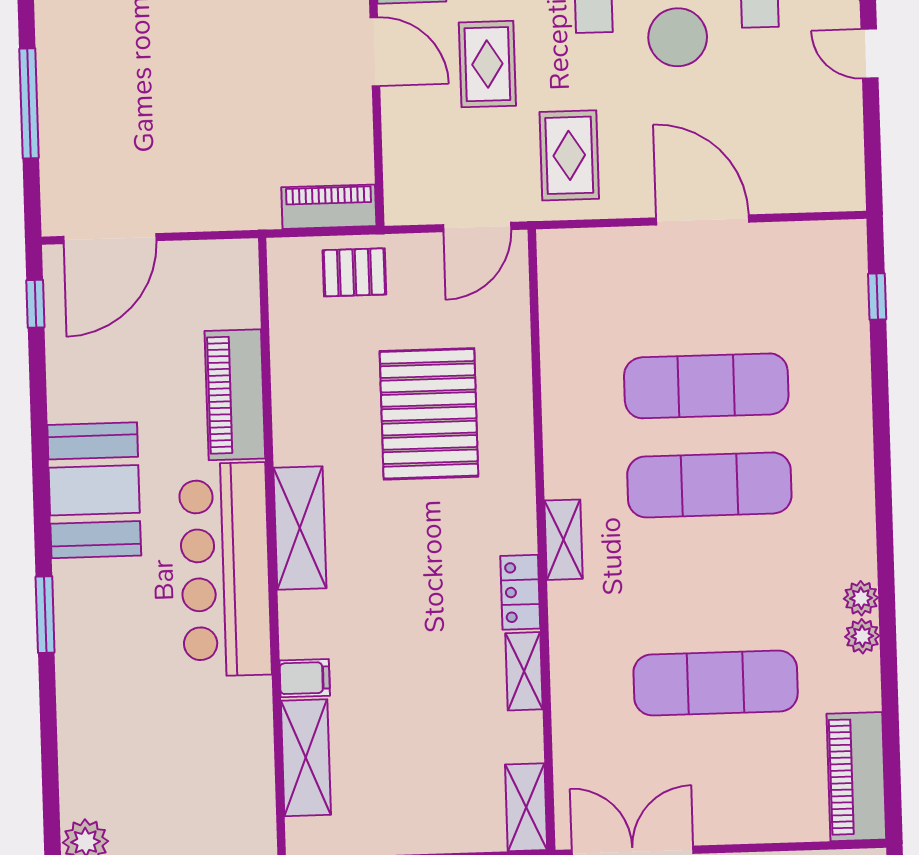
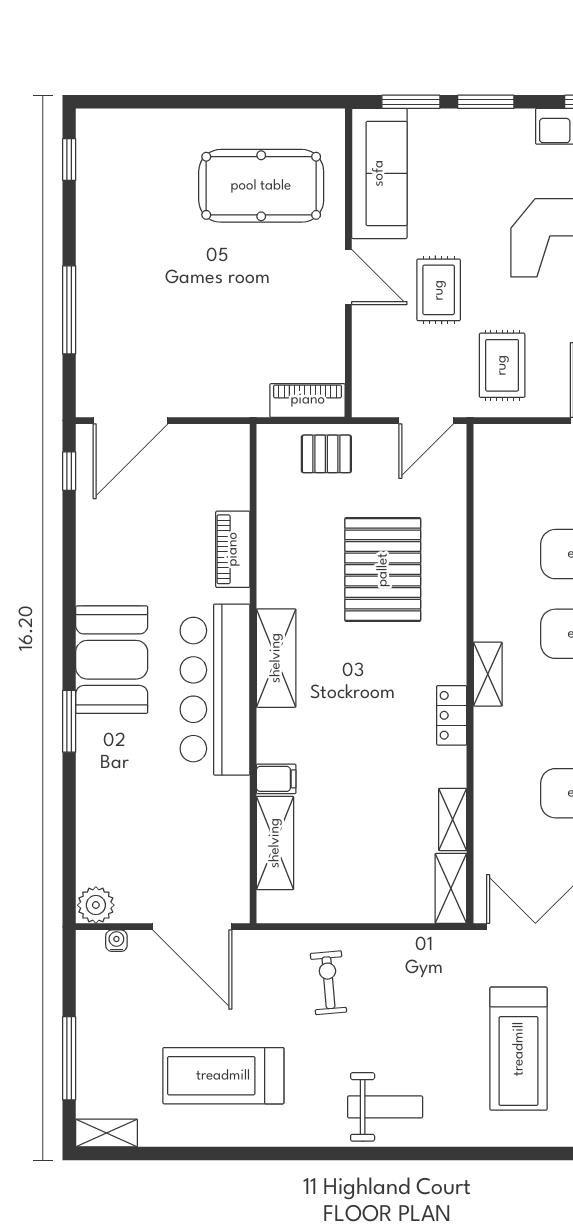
piano: (235, 395) -> (233, 549), width x0.73, depth x0.75
booth: (94, 490) -> (112, 660), moved
shelving: (524, 671) -> (453, 819), moved

